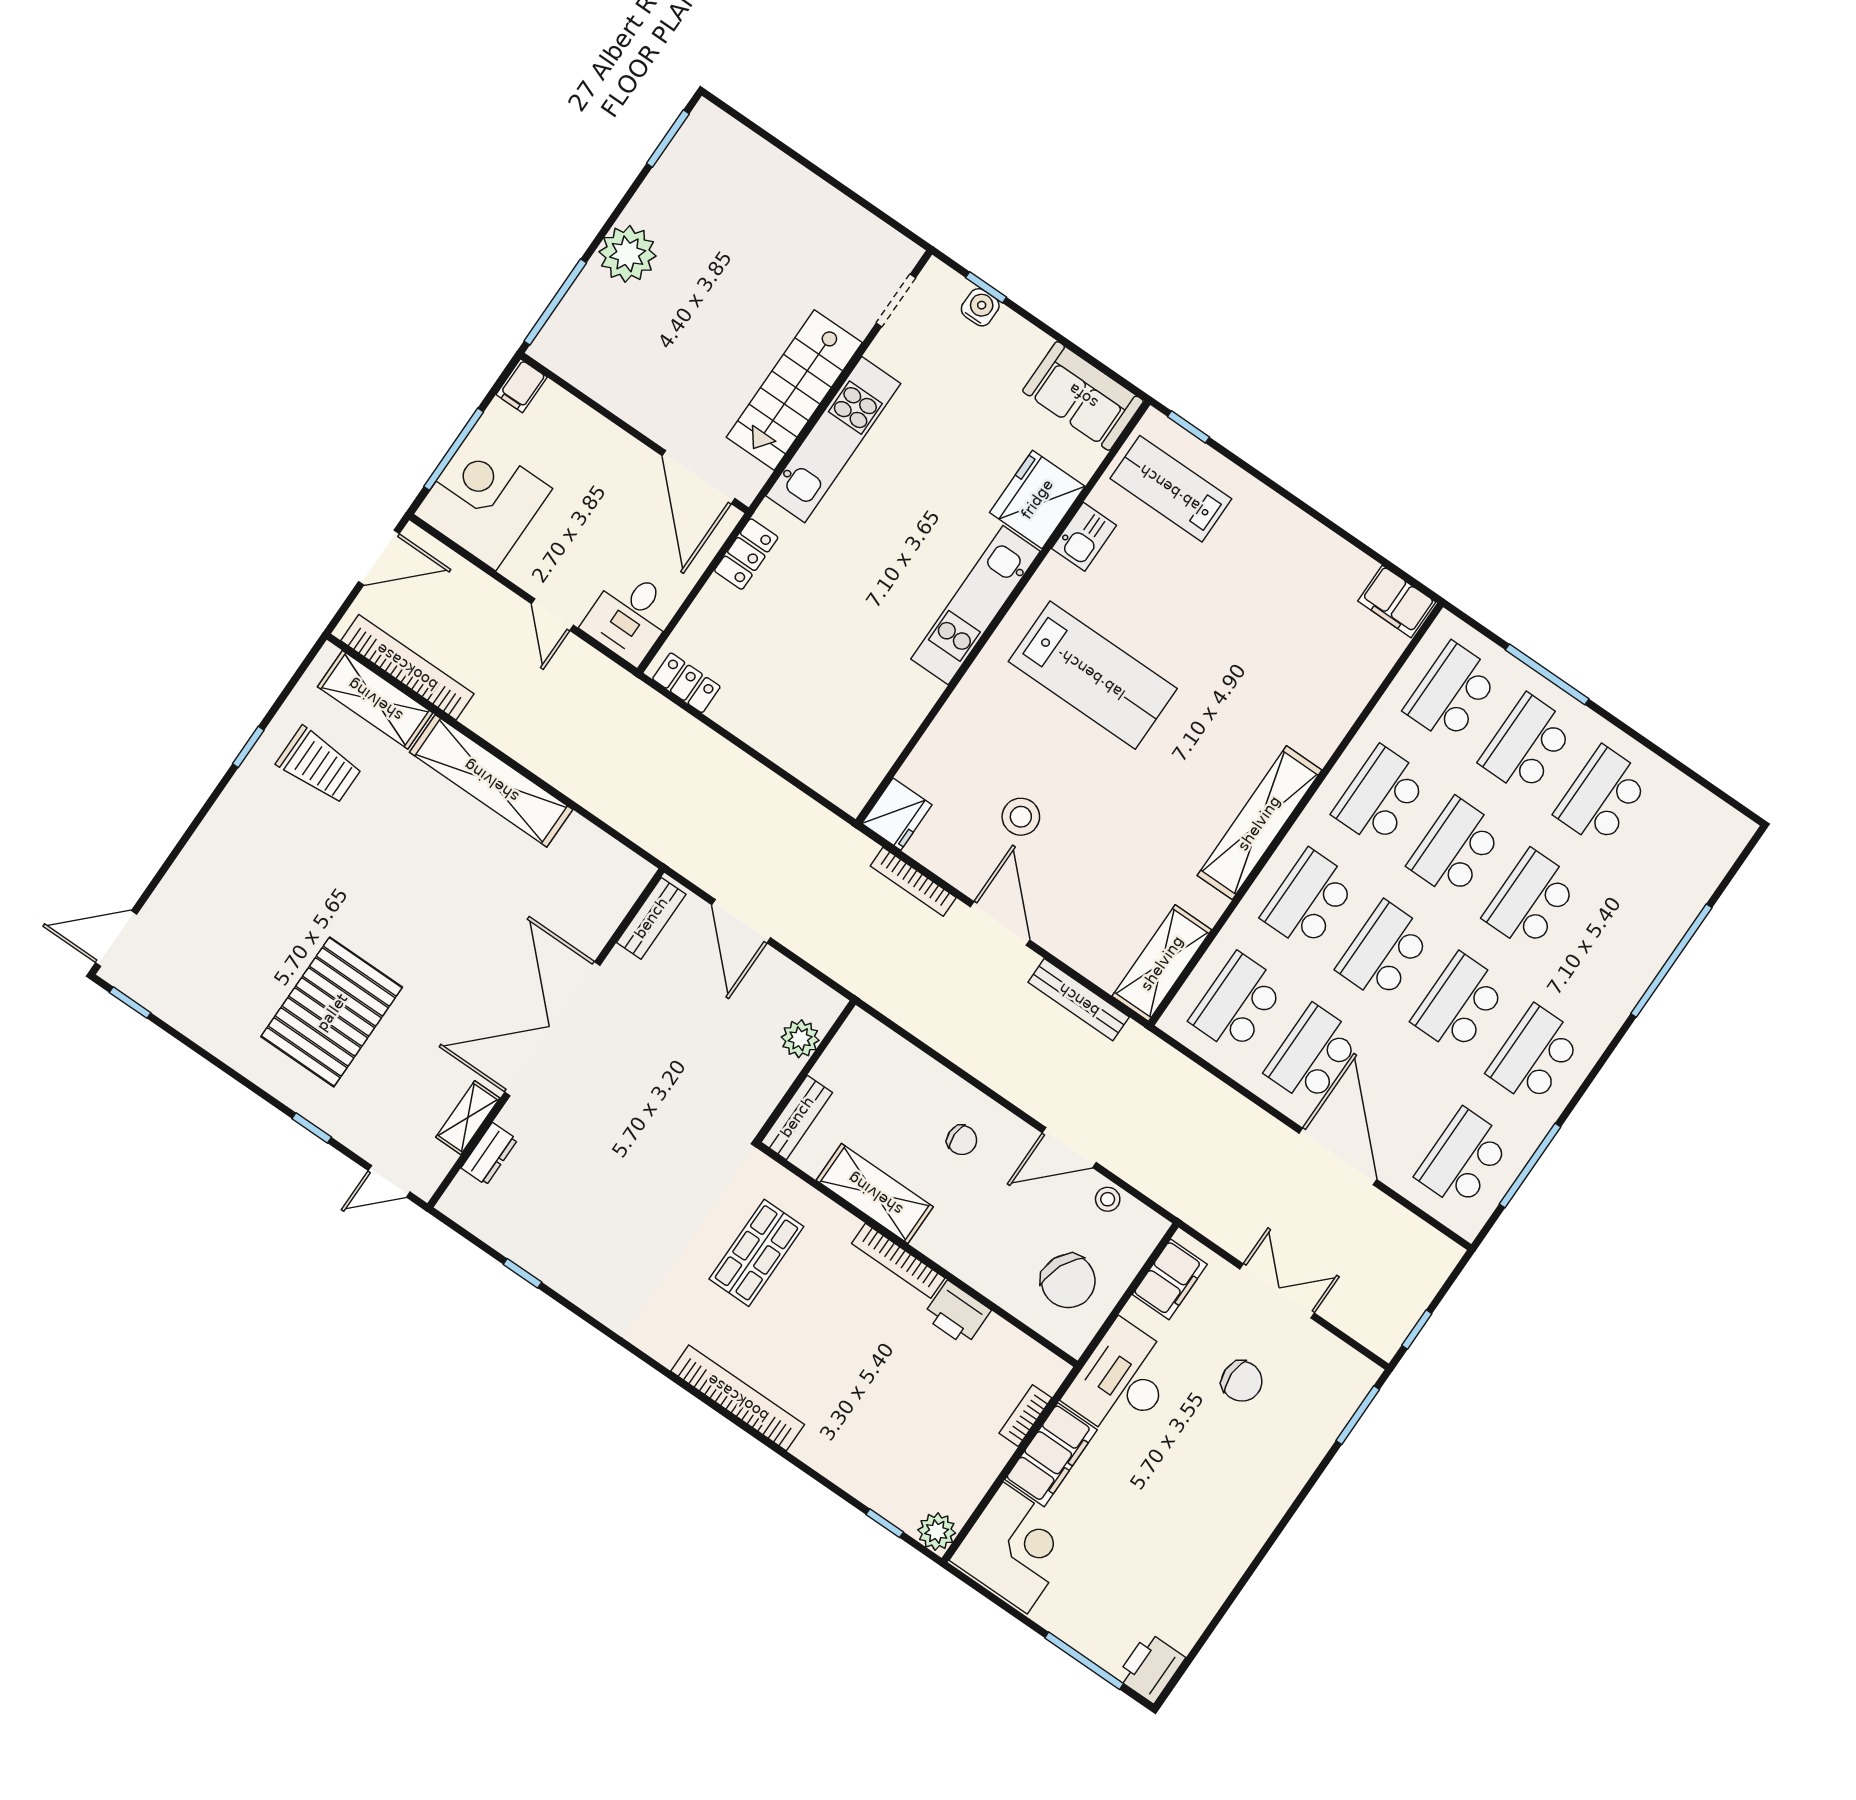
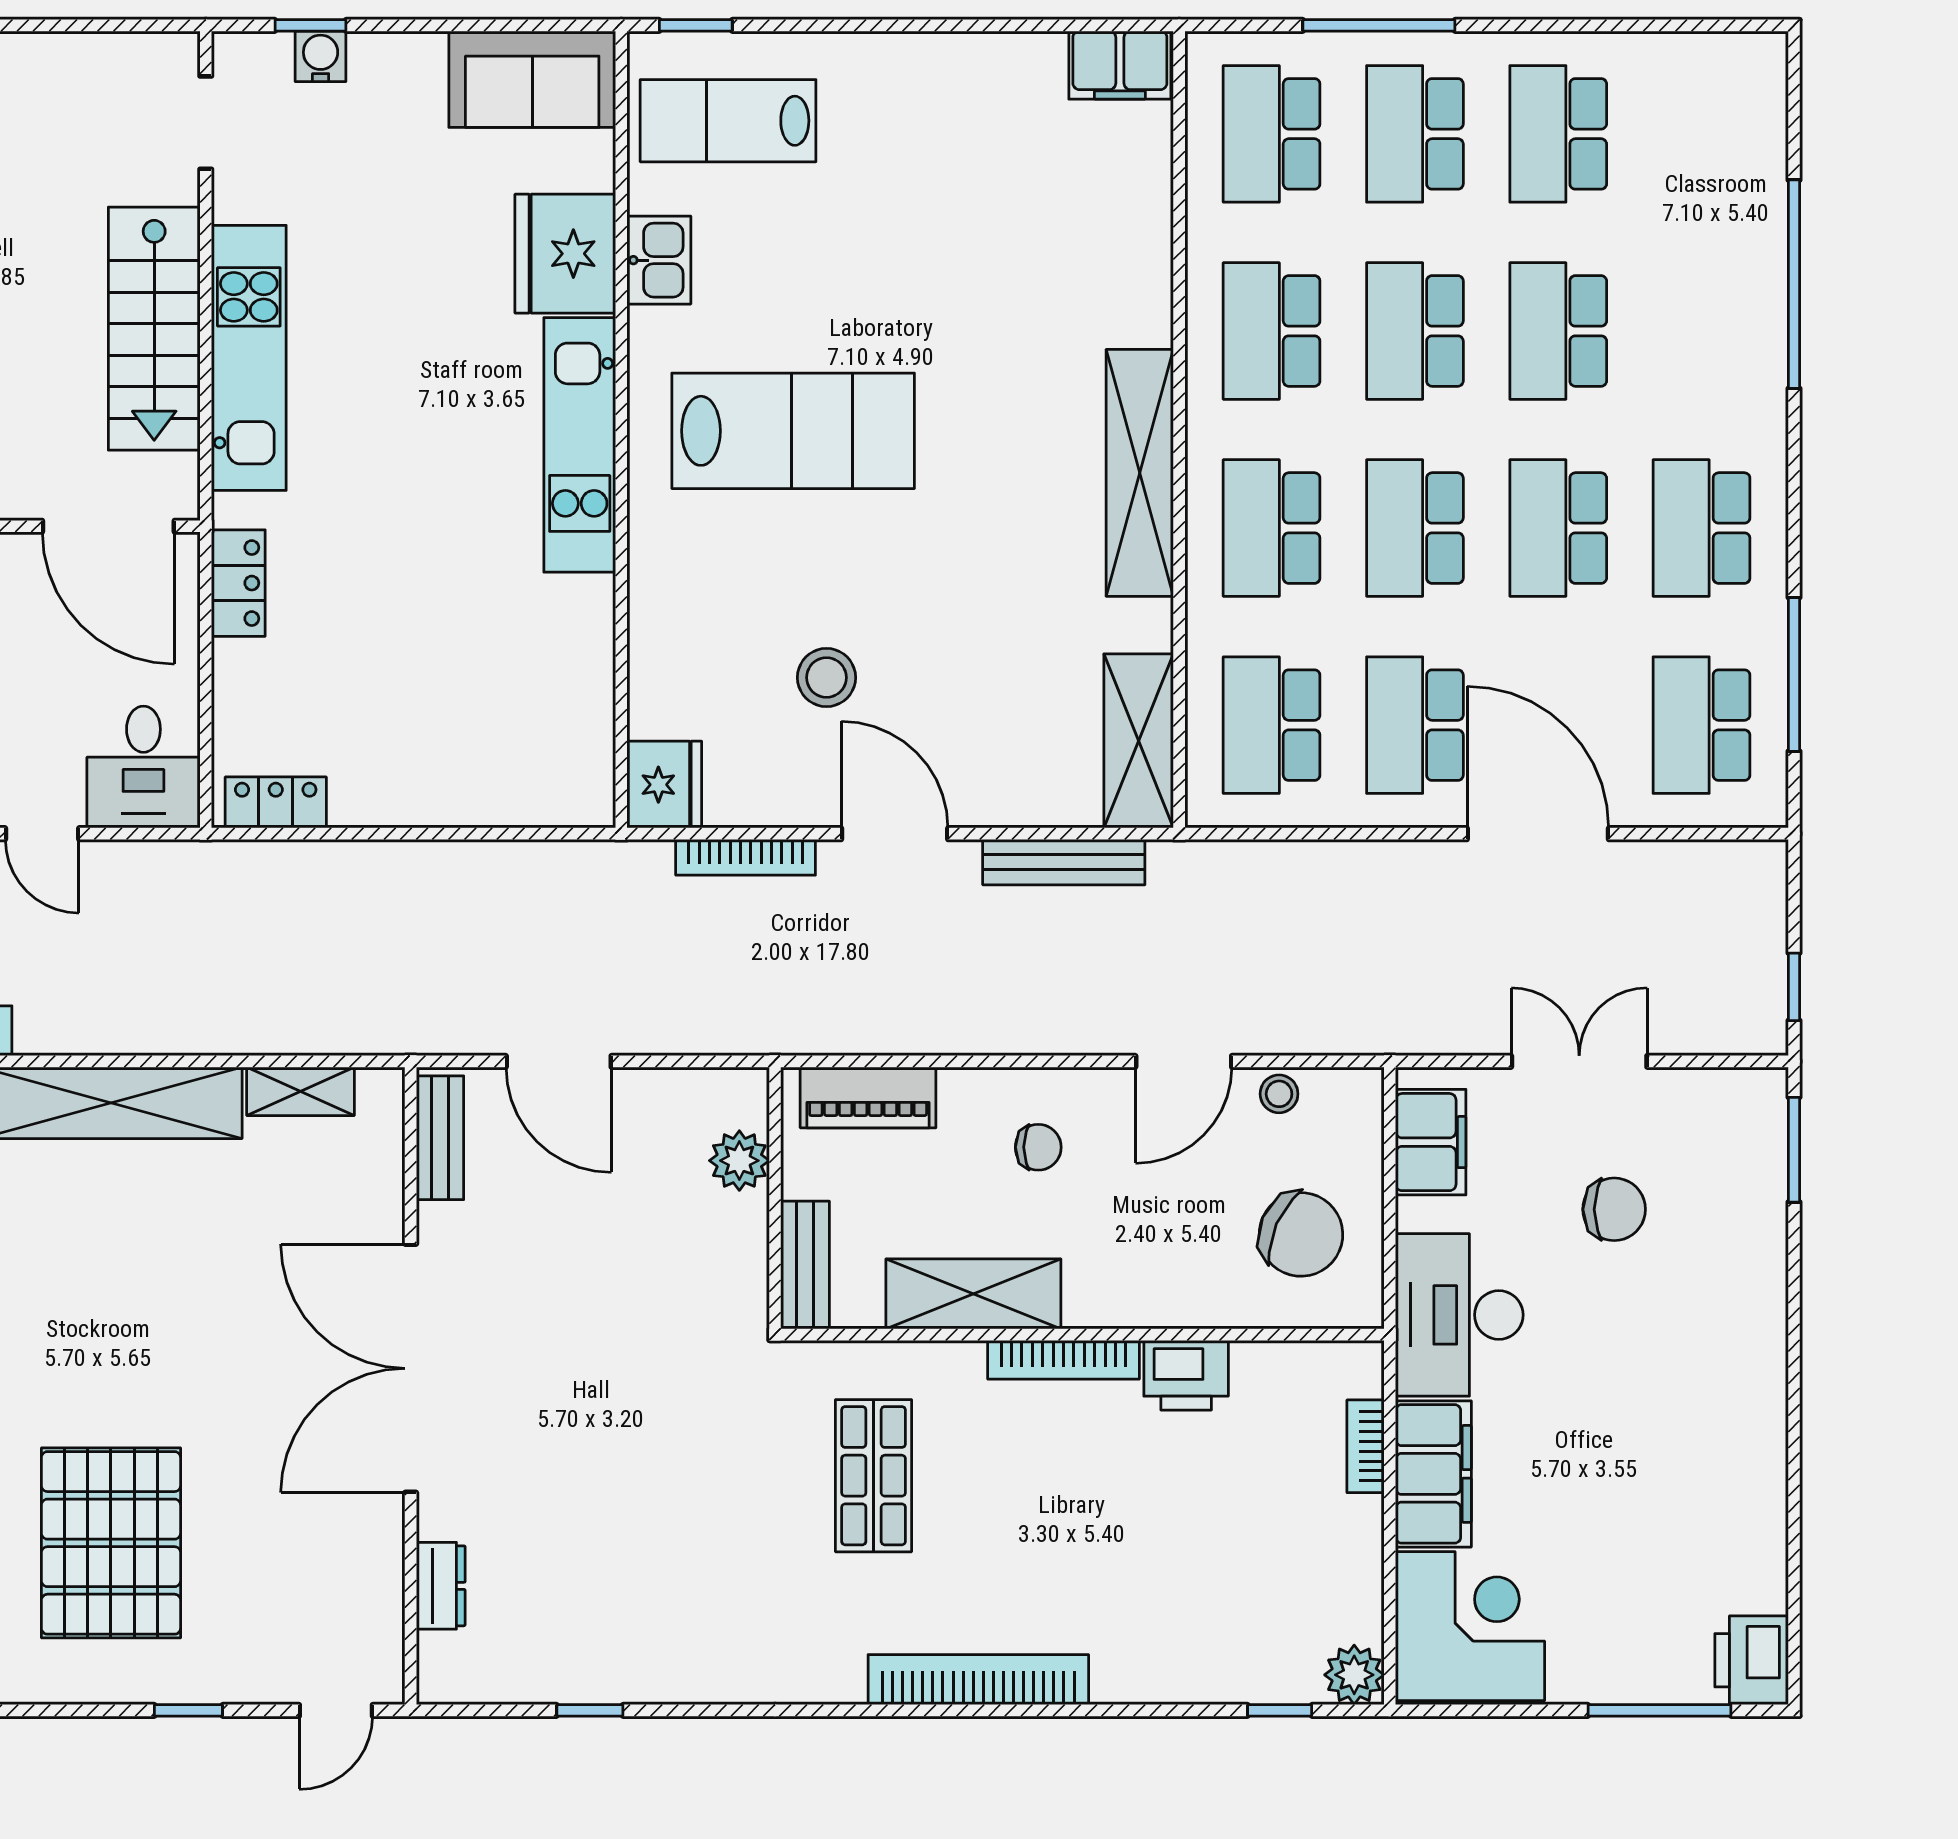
piano: (891, 1052) -> (868, 1097), added
shelving: (468, 1118) -> (300, 1091), moved, turned 90

